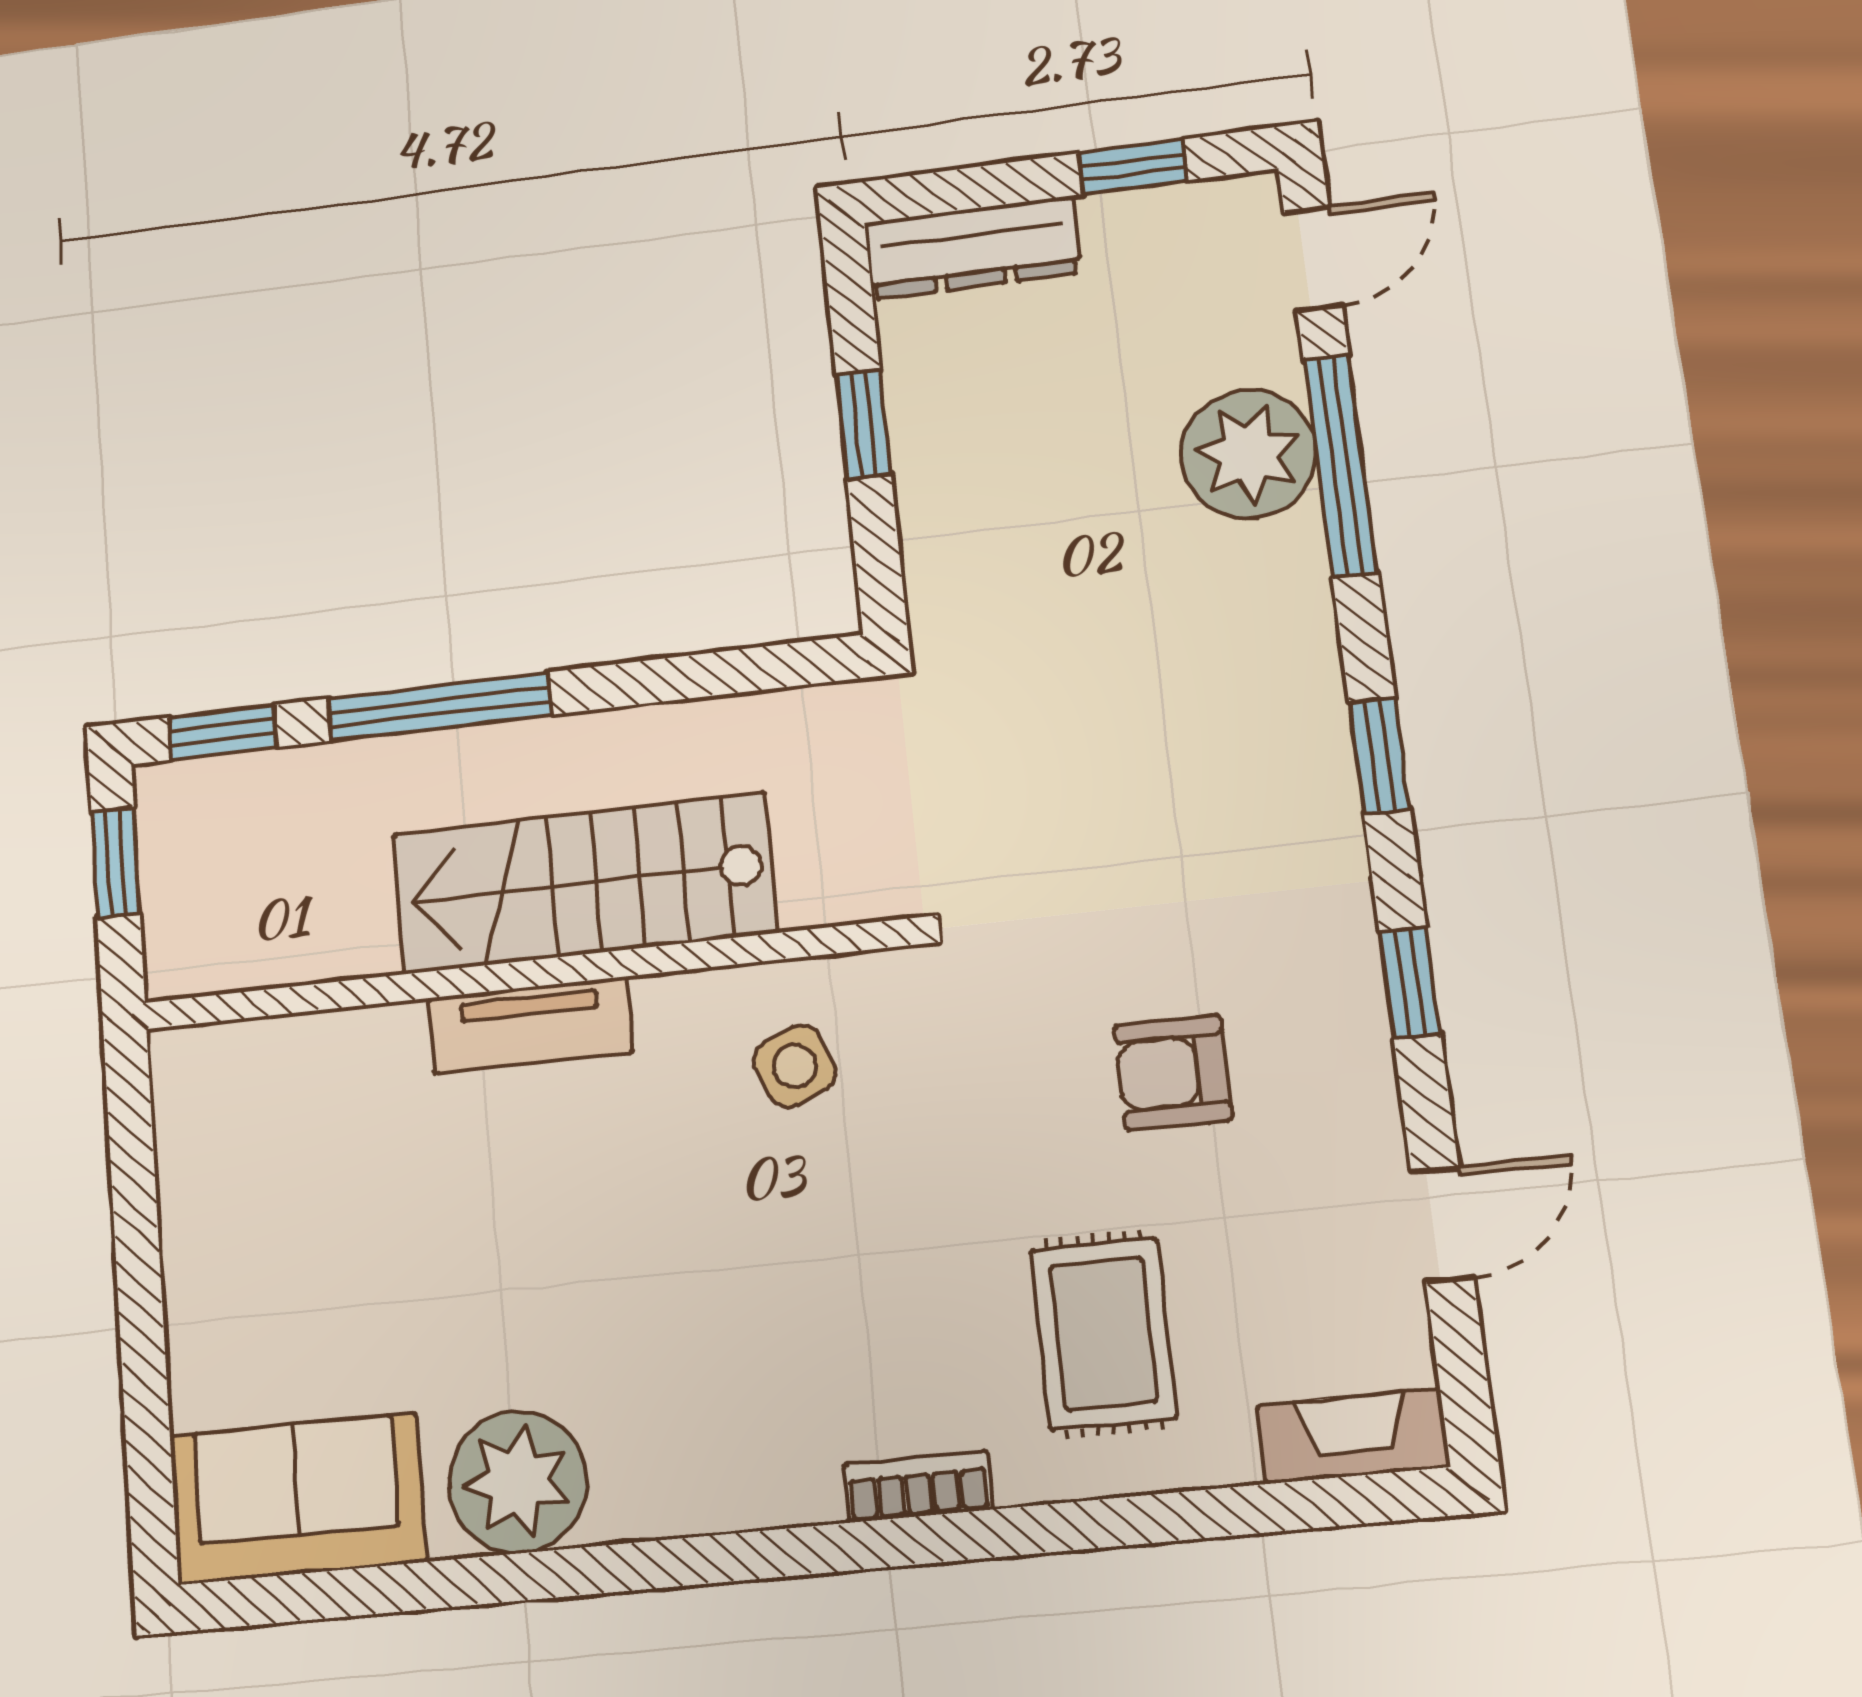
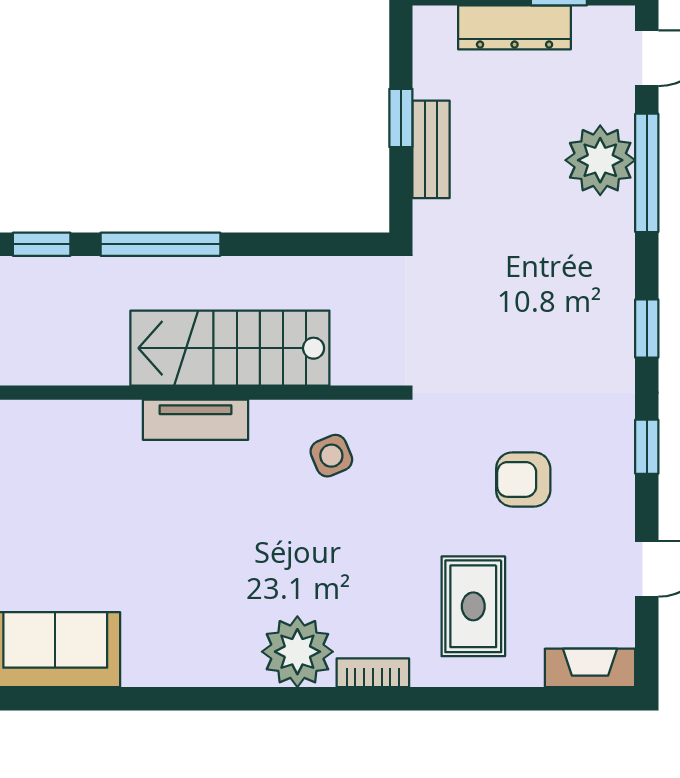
dresser: (972, 248) -> (515, 27), moved
bench: (926, 474) -> (431, 149), added
plant: (518, 1482) -> (297, 652), moved

